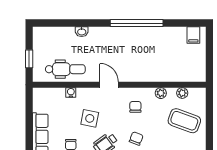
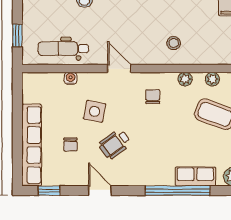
stool: (152, 65) -> (174, 43), added
dental chair: (65, 69) -> (63, 49), turned 180
chair: (136, 139) -> (154, 137), removed

